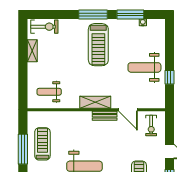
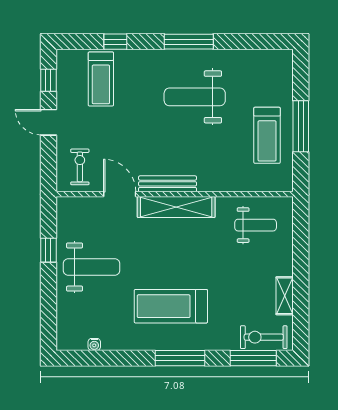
window: (130, 15) -> (253, 358), moved
treadmill: (98, 45) -> (171, 306), turned -90
shelving: (95, 102) -> (176, 207), width x1.47
bench: (105, 116) -> (168, 184), width x1.36

